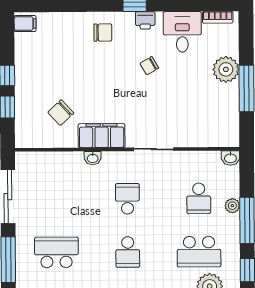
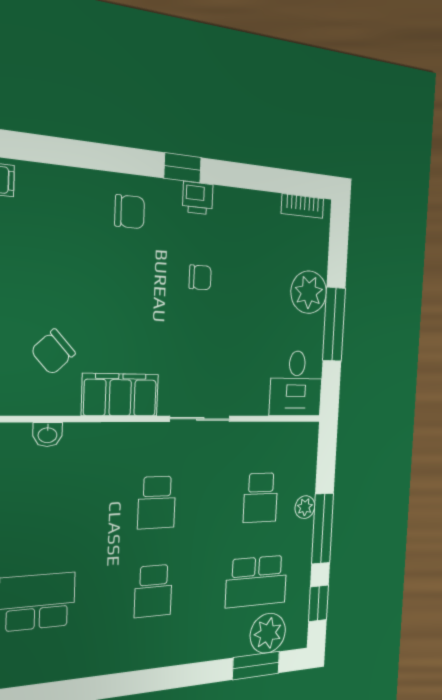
desk: (182, 32) -> (296, 384), moved, turned 180
chair: (149, 66) -> (200, 277), turned -150
washbasin: (93, 158) -> (48, 435), moved
washbasin: (230, 158) -> (307, 433), removed
school desk: (127, 199) -> (157, 502), turned 180

